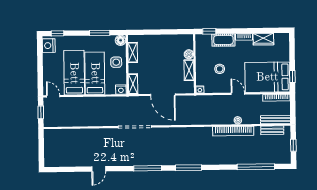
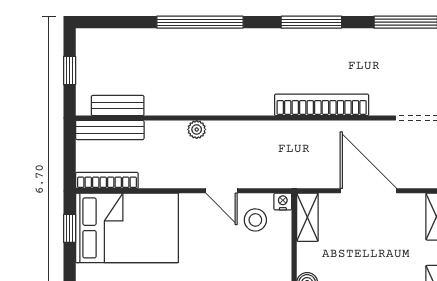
stool: (220, 69) -> (255, 220), moved
shelving: (189, 70) -> (307, 217), moved
door: (238, 94) -> (222, 191), moved
bookcase: (233, 131) -> (322, 105), moved
window: (256, 167) -> (200, 22), moved

